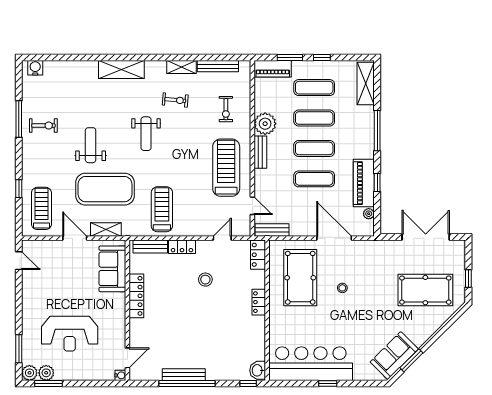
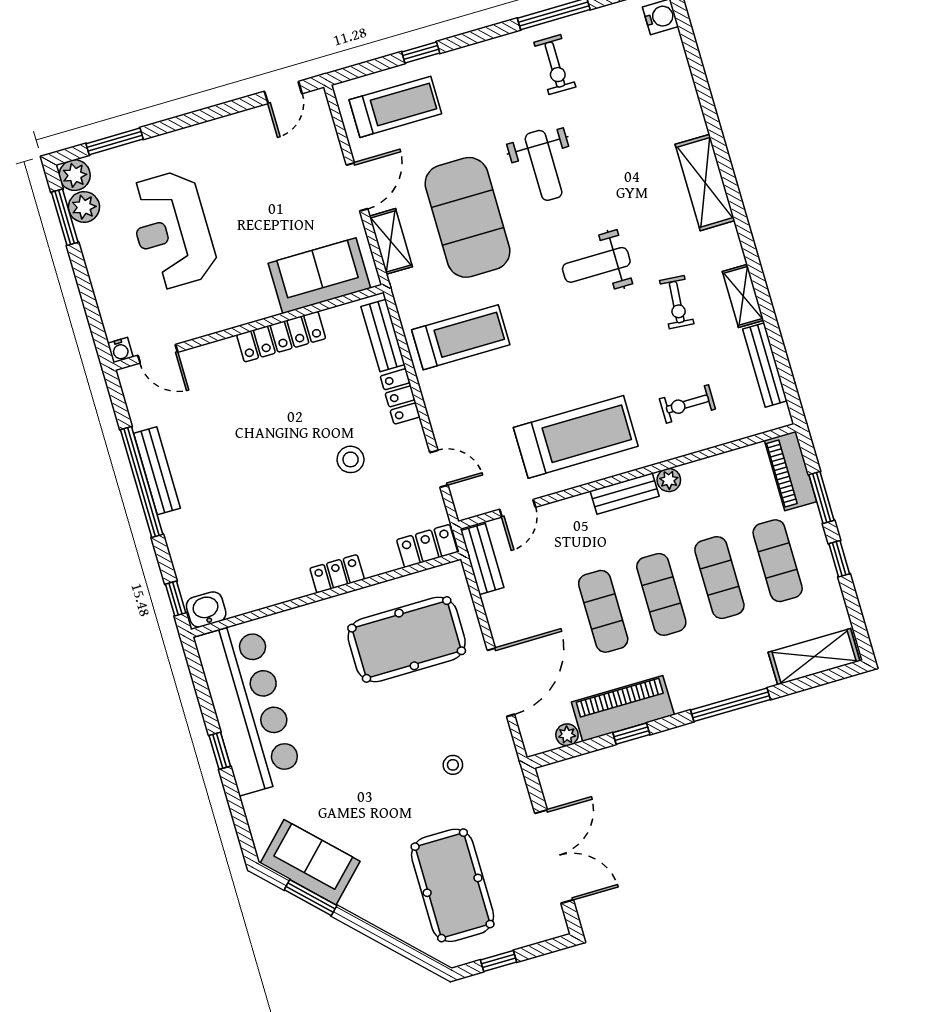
plant: (265, 124) -> (669, 480), width x0.53, depth x0.53
weight bench: (91, 145) -> (544, 165), turned 90
stool: (342, 288) -> (453, 765), moved

